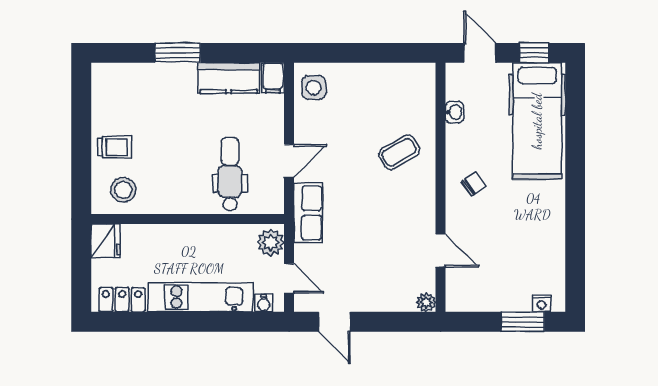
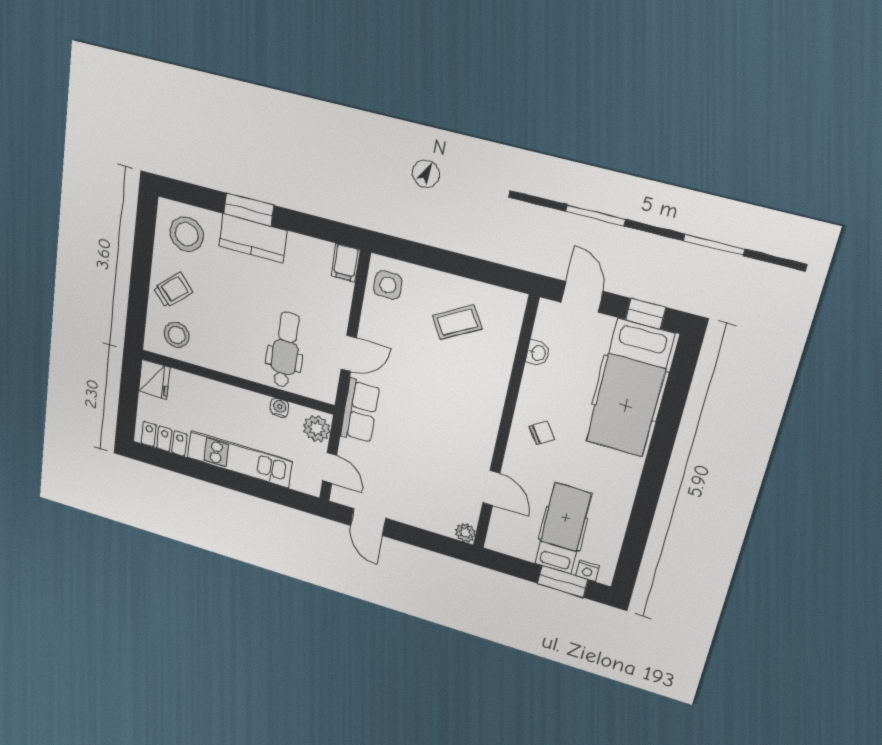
kitchen counter: (229, 78) -> (253, 238), moved
stool: (122, 90) -> (187, 234), added
trolley: (115, 147) -> (173, 290), turned -42
coffee table: (399, 152) -> (457, 322), moved
hospital bed: (511, 269) -> (563, 529), added
water cooler: (264, 303) -> (279, 408), moved, turned 180

